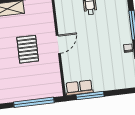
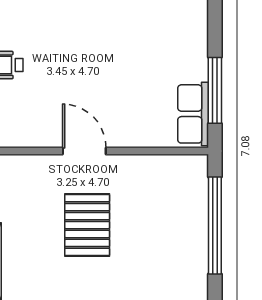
pallet: (28, 49) -> (87, 225), turned 90

